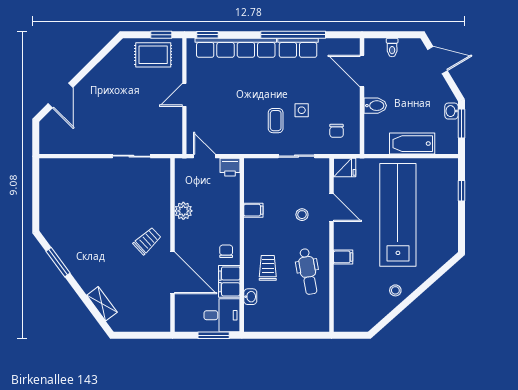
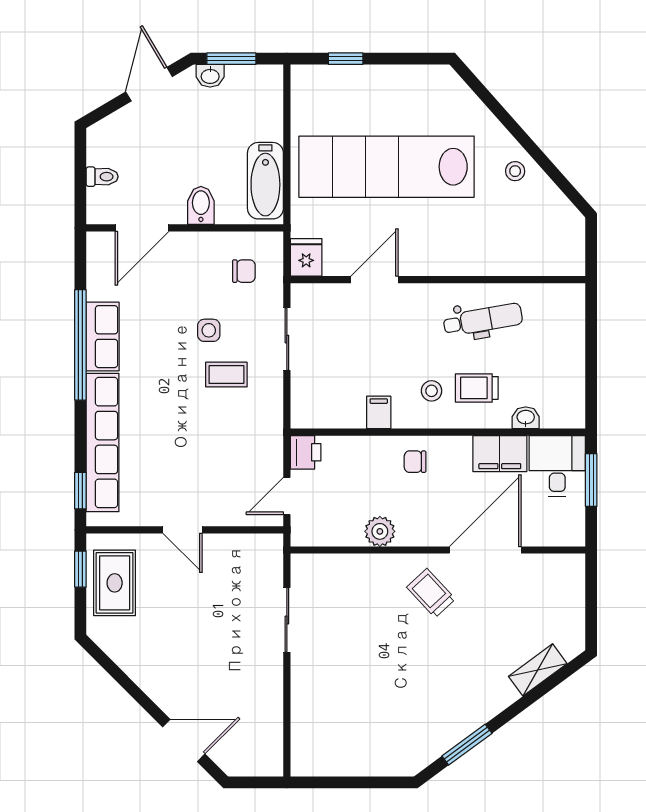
door: (438, 60) -> (149, 84), moved
bathtub: (412, 144) -> (265, 181), moved
stool: (302, 215) -> (432, 391), moved
chair: (226, 251) -> (415, 462), moved
filing cabinet: (343, 257) -> (458, 260), removed

